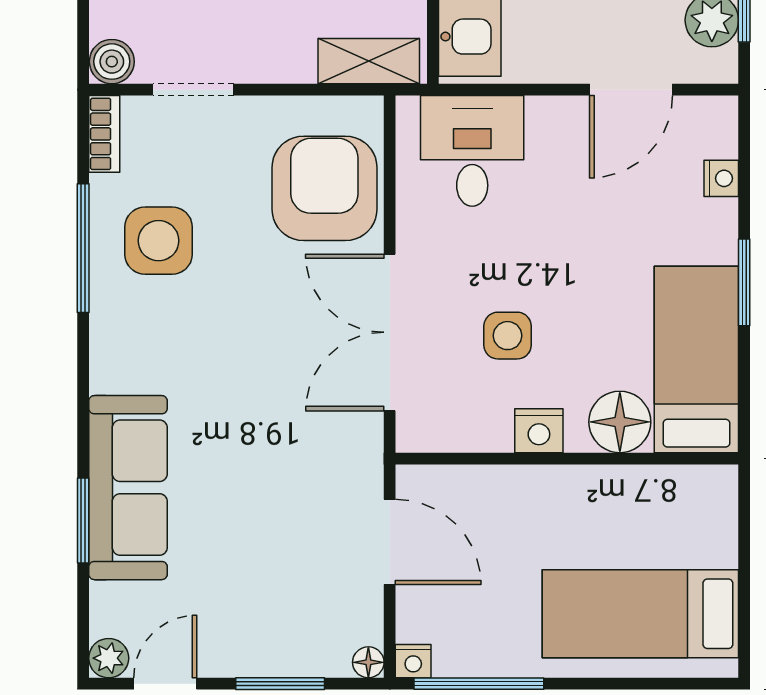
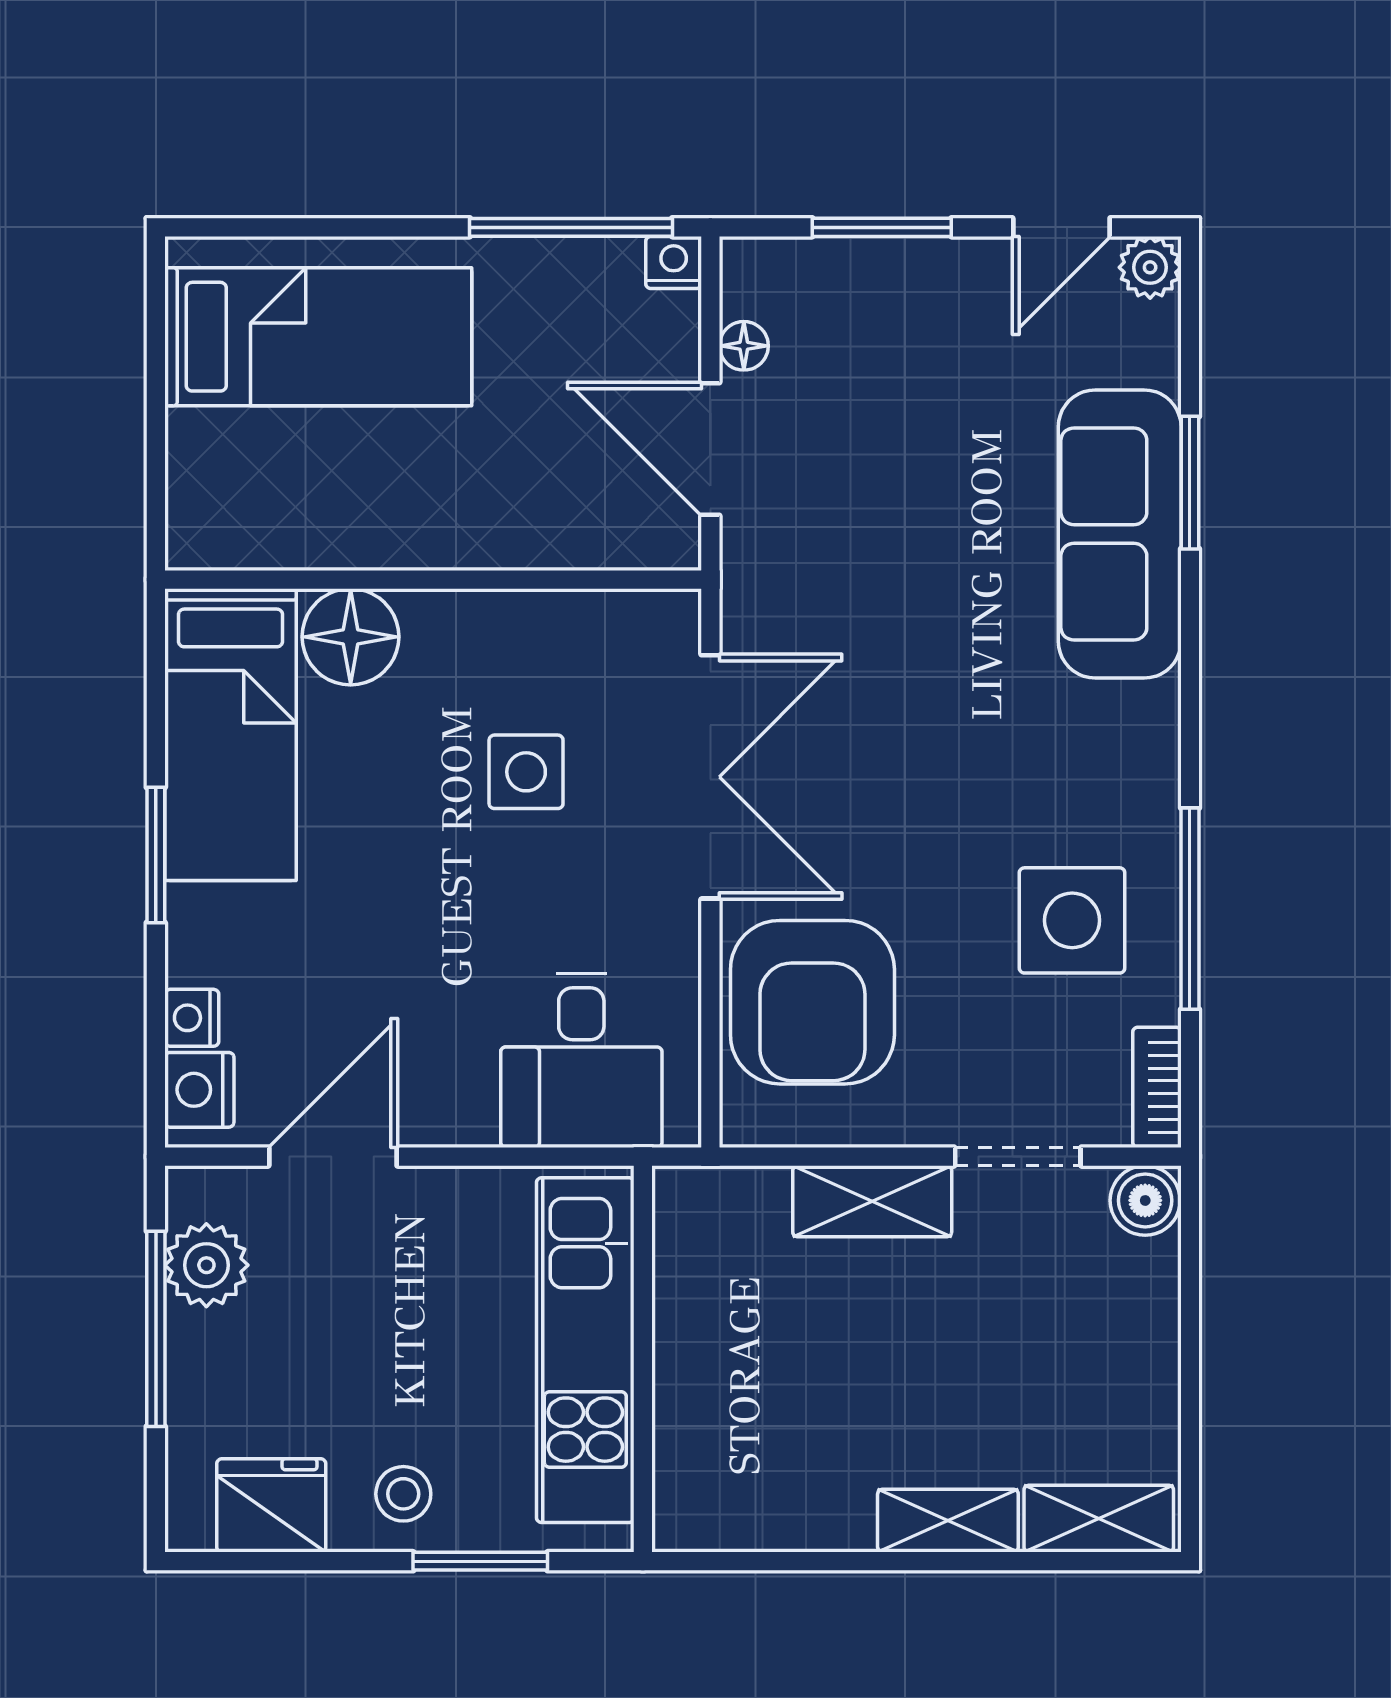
shelving: (369, 61) -> (872, 1201), moved
nightstand: (539, 431) -> (199, 1090), moved, turned -90
floor lamp: (368, 662) -> (744, 346), moved

